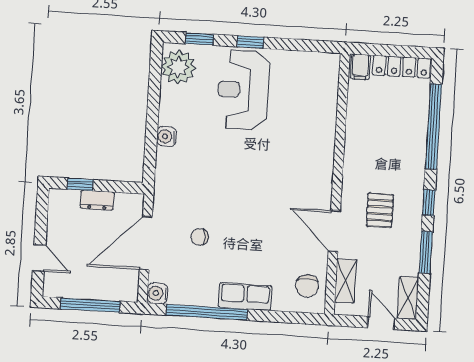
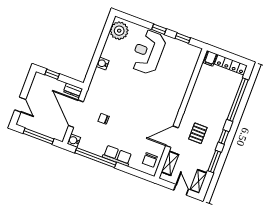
window: (200, 39) -> (183, 38), moved
dresser: (97, 200) -> (73, 90), moved
door: (334, 231) -> (172, 137), hinge flipped
door: (146, 243) -> (76, 114), hinge flipped

